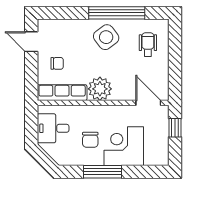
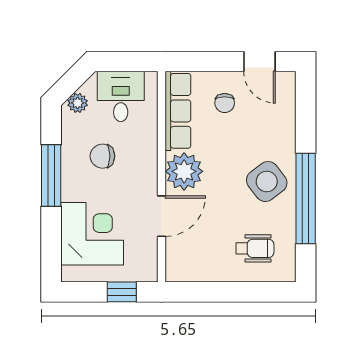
door: (31, 42) -> (260, 62), swing flipped
door: (148, 103) -> (161, 216), moved
corner desk: (124, 146) -> (92, 234), moved
plant: (57, 155) -> (78, 103), added

